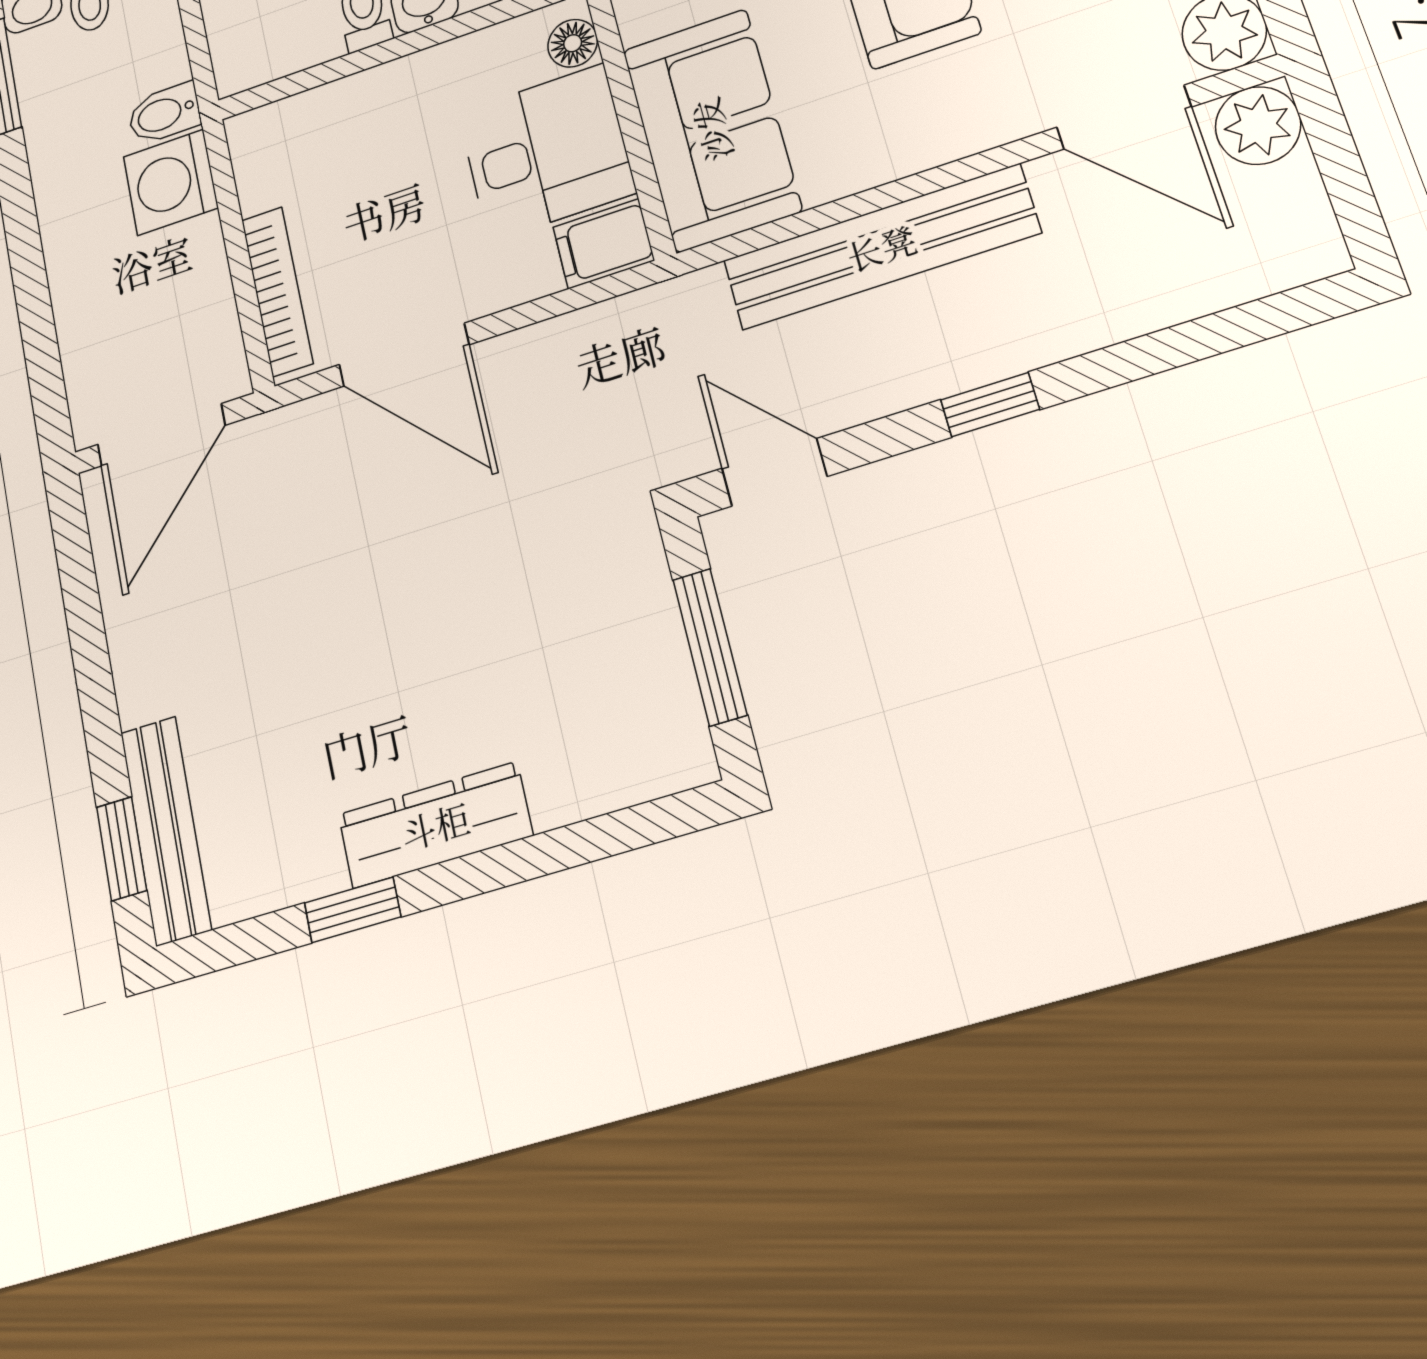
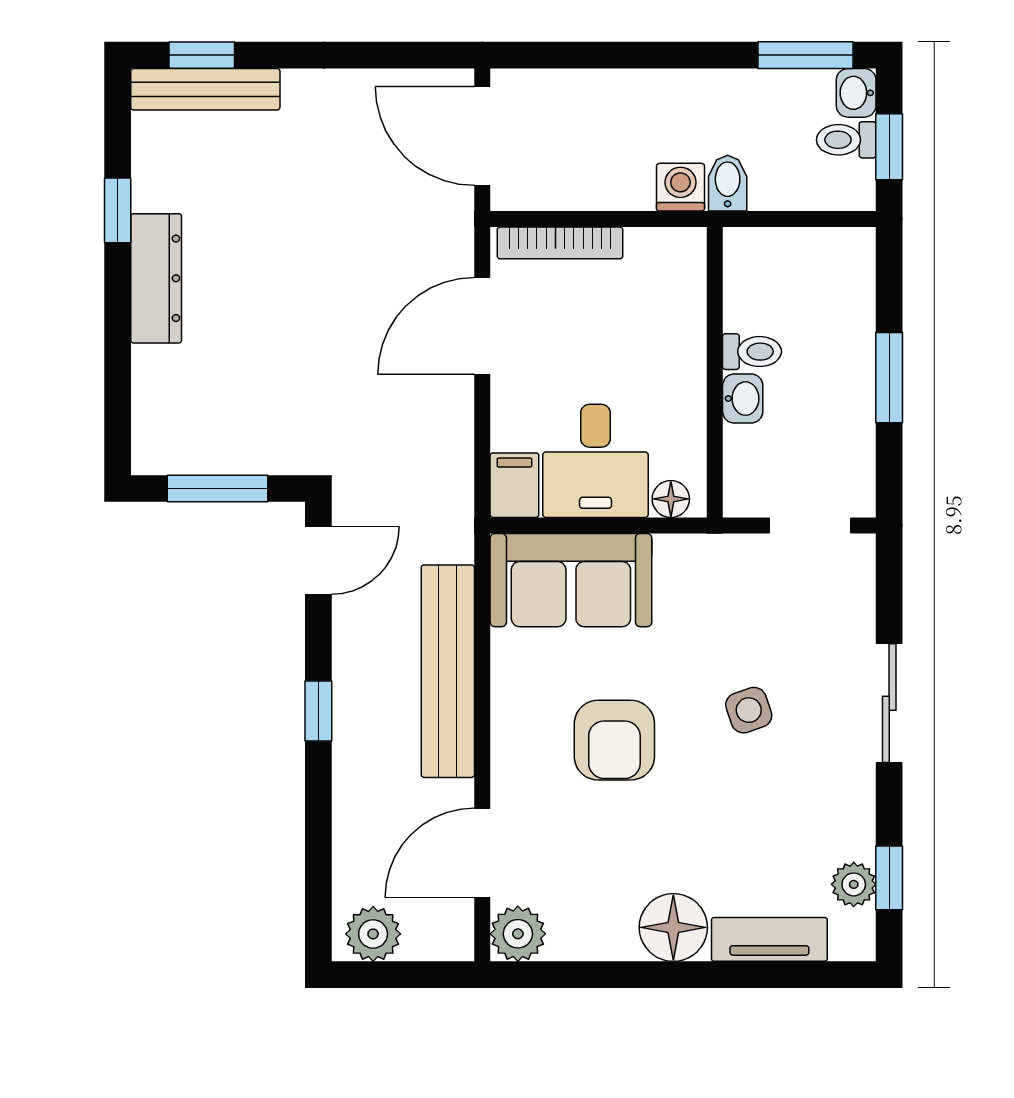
plant: (1258, 126) -> (373, 934), moved
washing machine: (171, 182) -> (680, 187), width x0.73, depth x0.73

